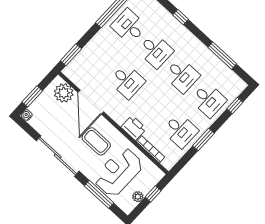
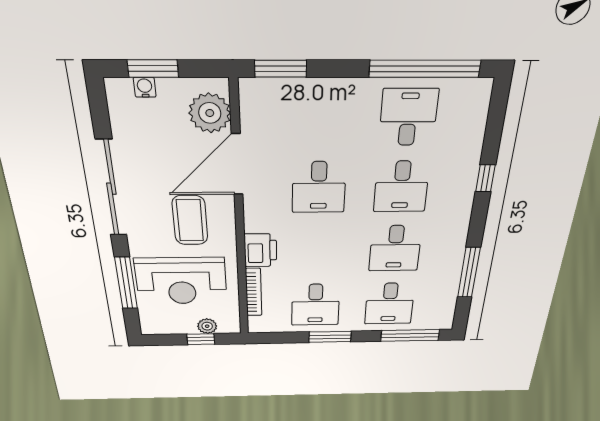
window: (235, 106) -> (410, 335), width x2.17
water cooler: (27, 115) -> (145, 87), moved
reception desk: (118, 172) -> (181, 281), turned 180
plant: (138, 197) -> (207, 326), moved

